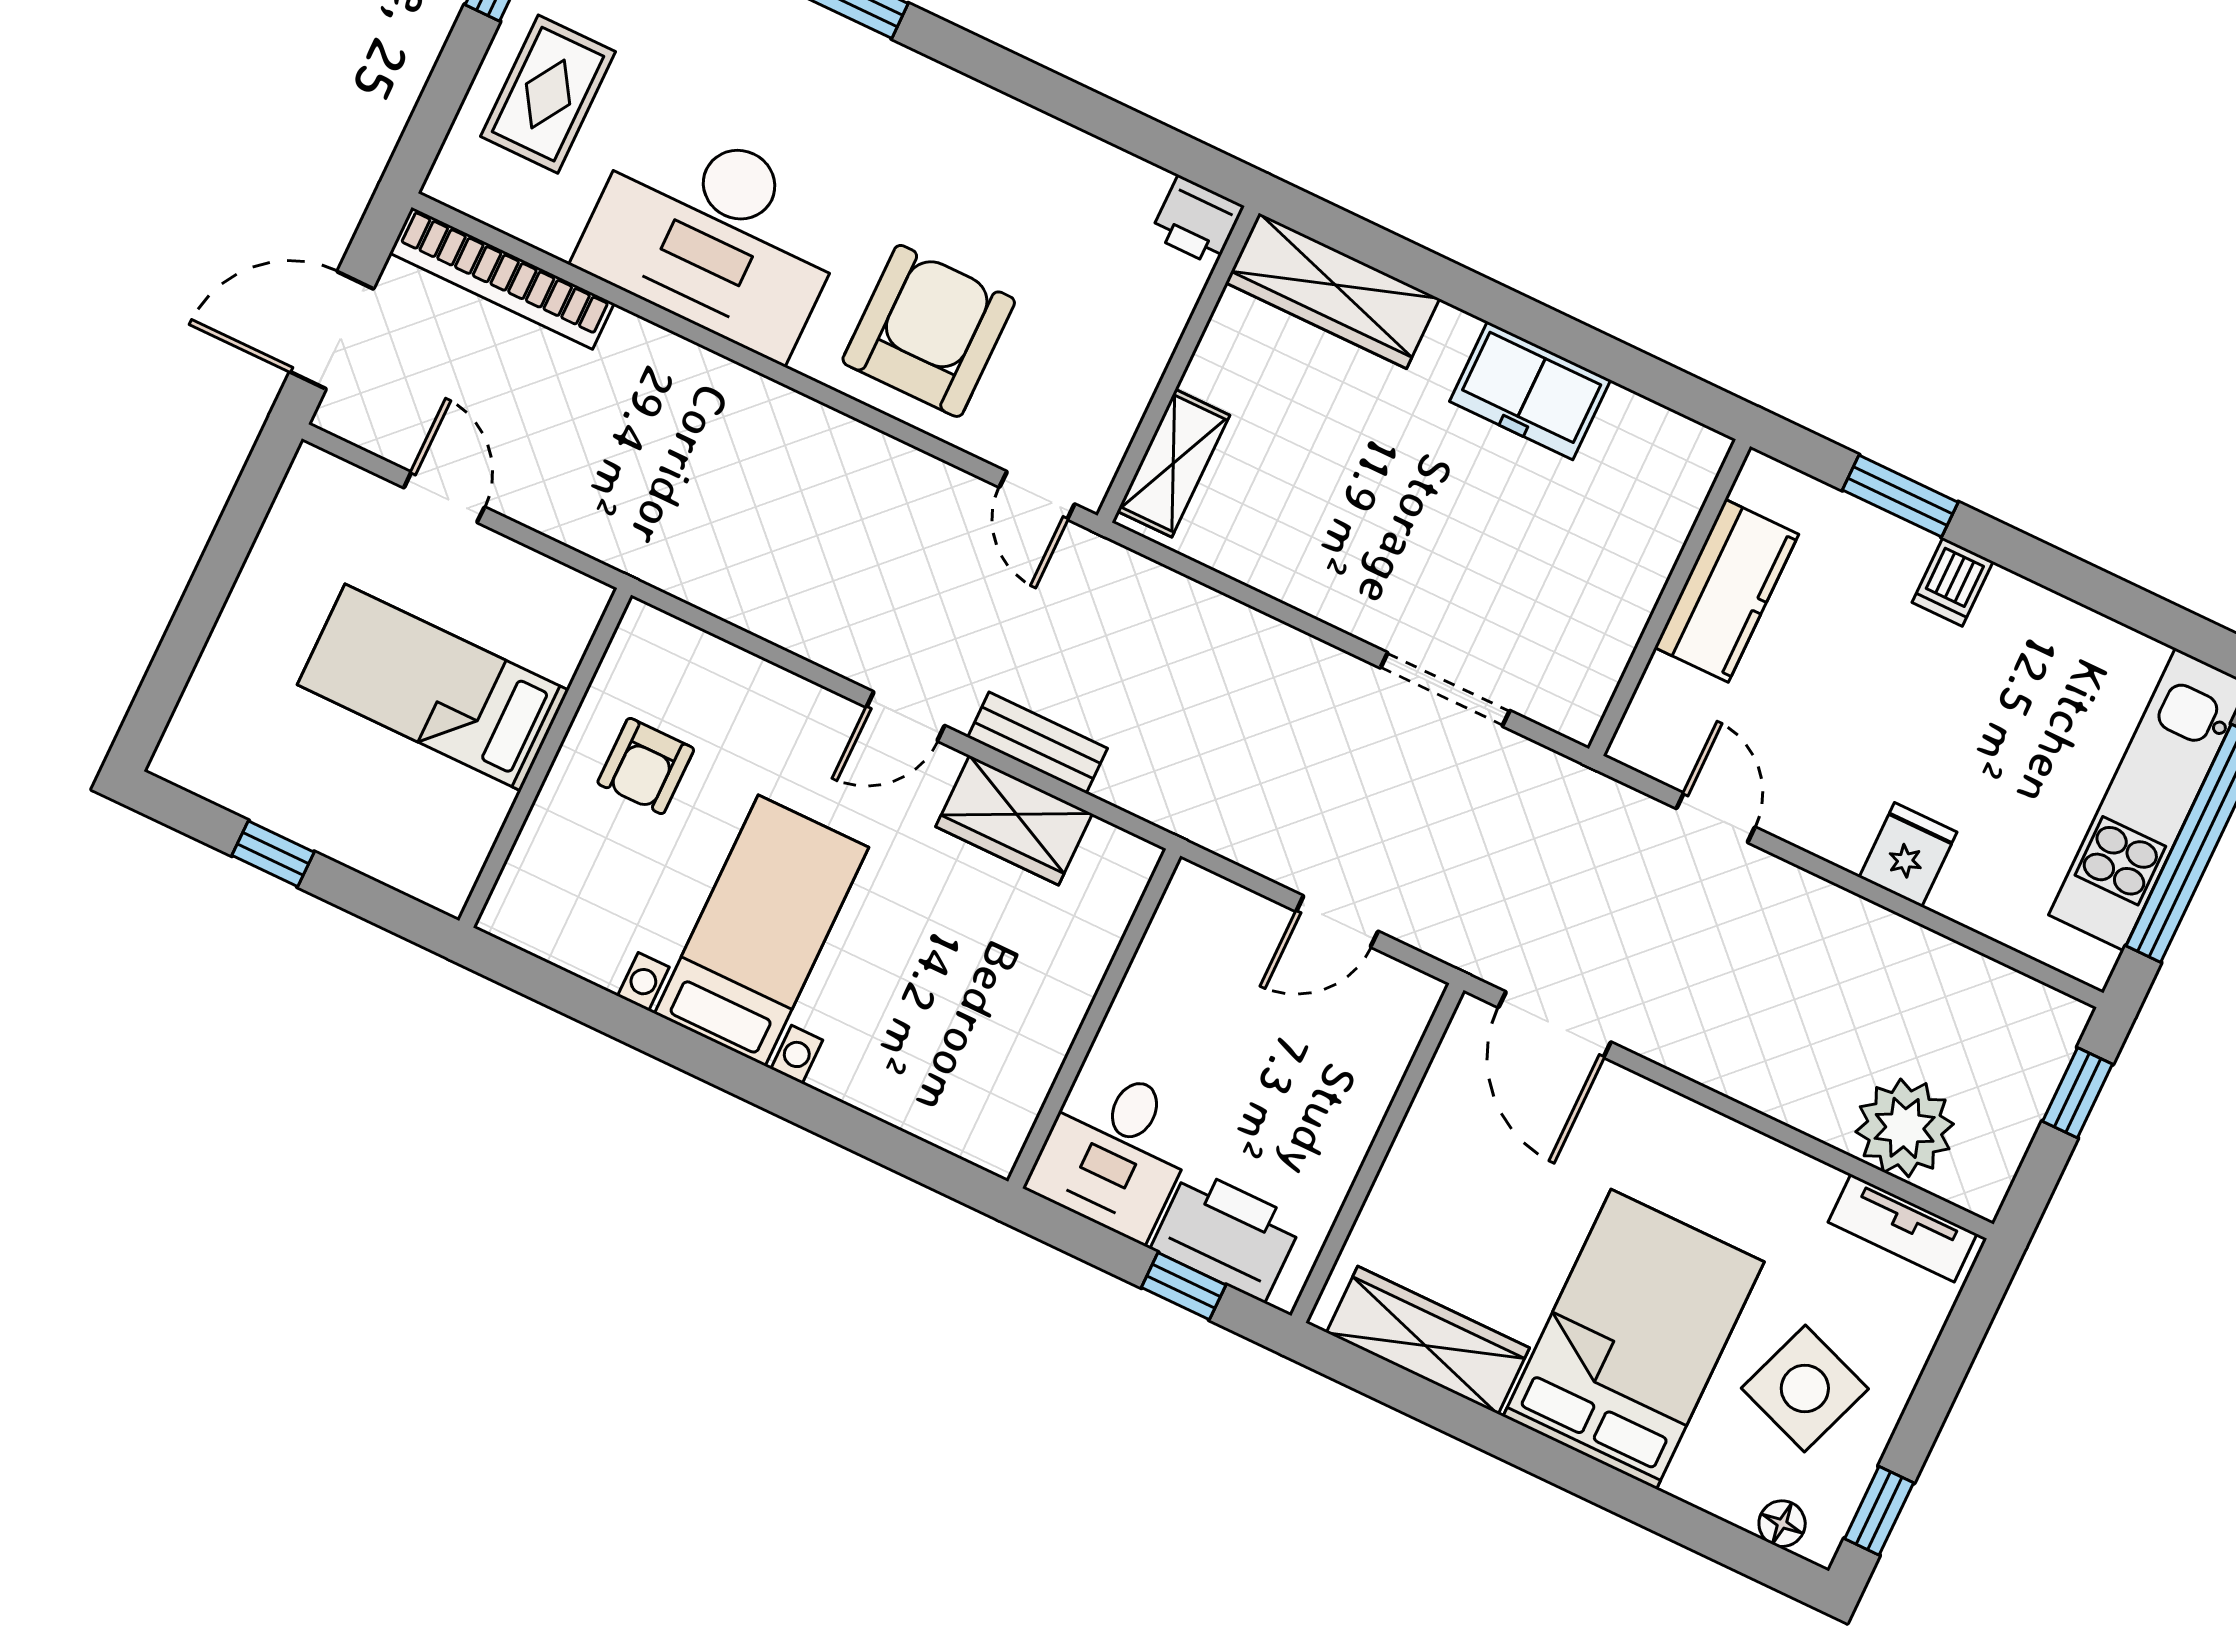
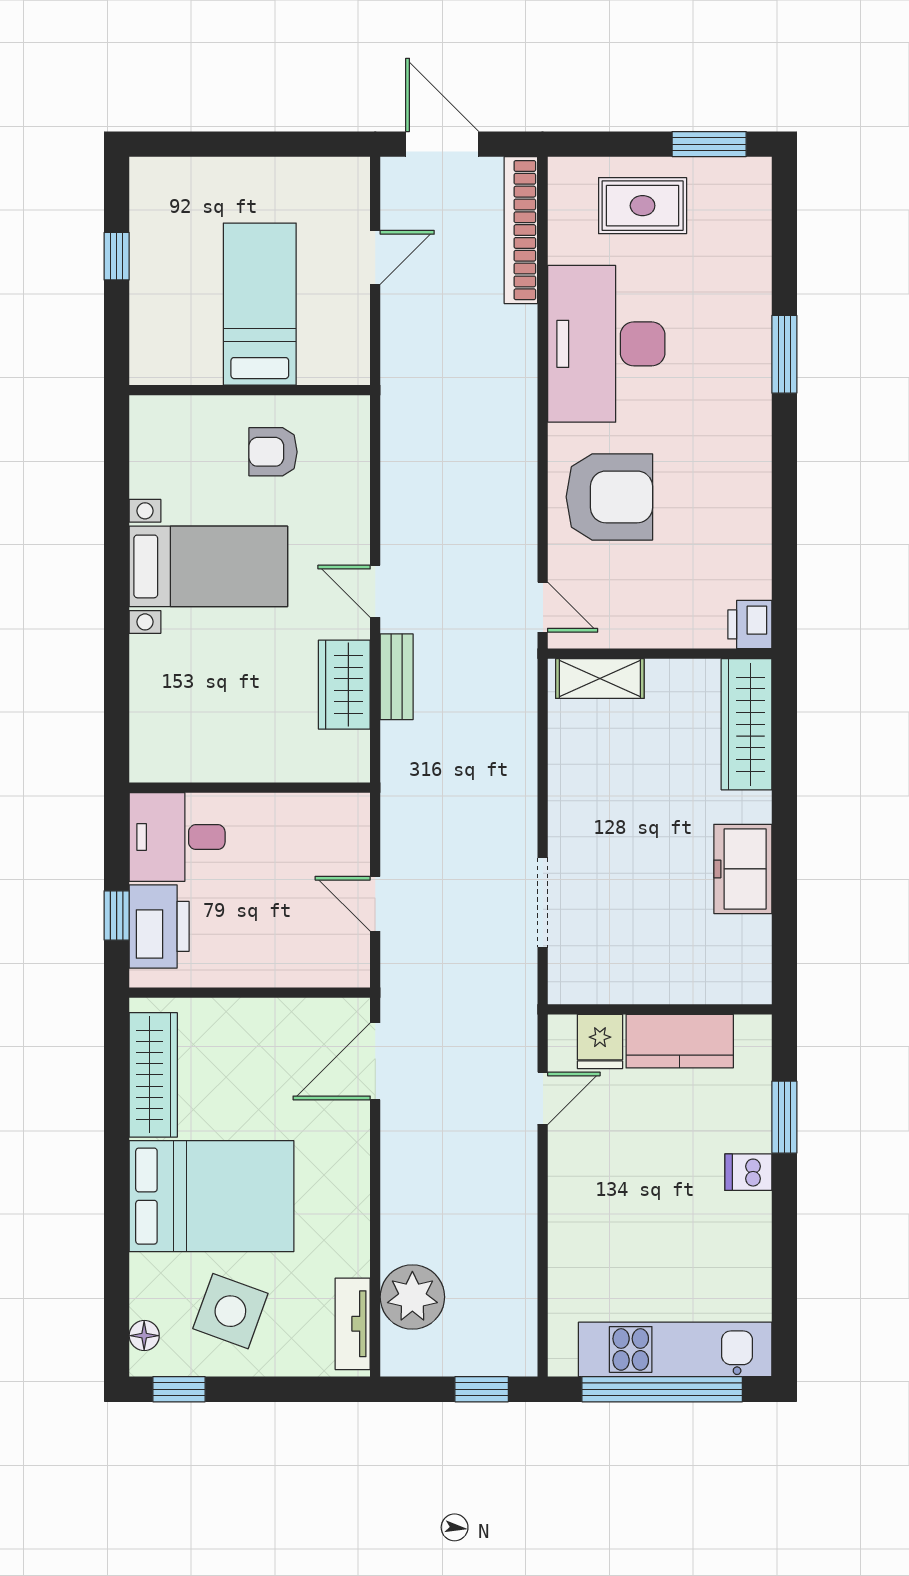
door: (1037, 496) -> (543, 607), swing flipped
fridge: (1908, 855) -> (600, 1041), moved, turned 90

